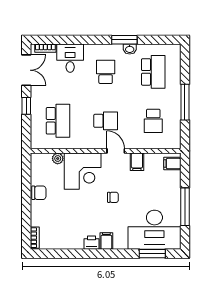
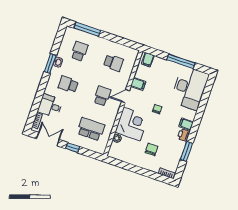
school desk: (153, 72) -> (79, 51), width x0.54
window: (185, 102) -> (87, 29), moved
chair: (39, 193) -> (152, 149), moved
window: (152, 254) -> (187, 151), moved

